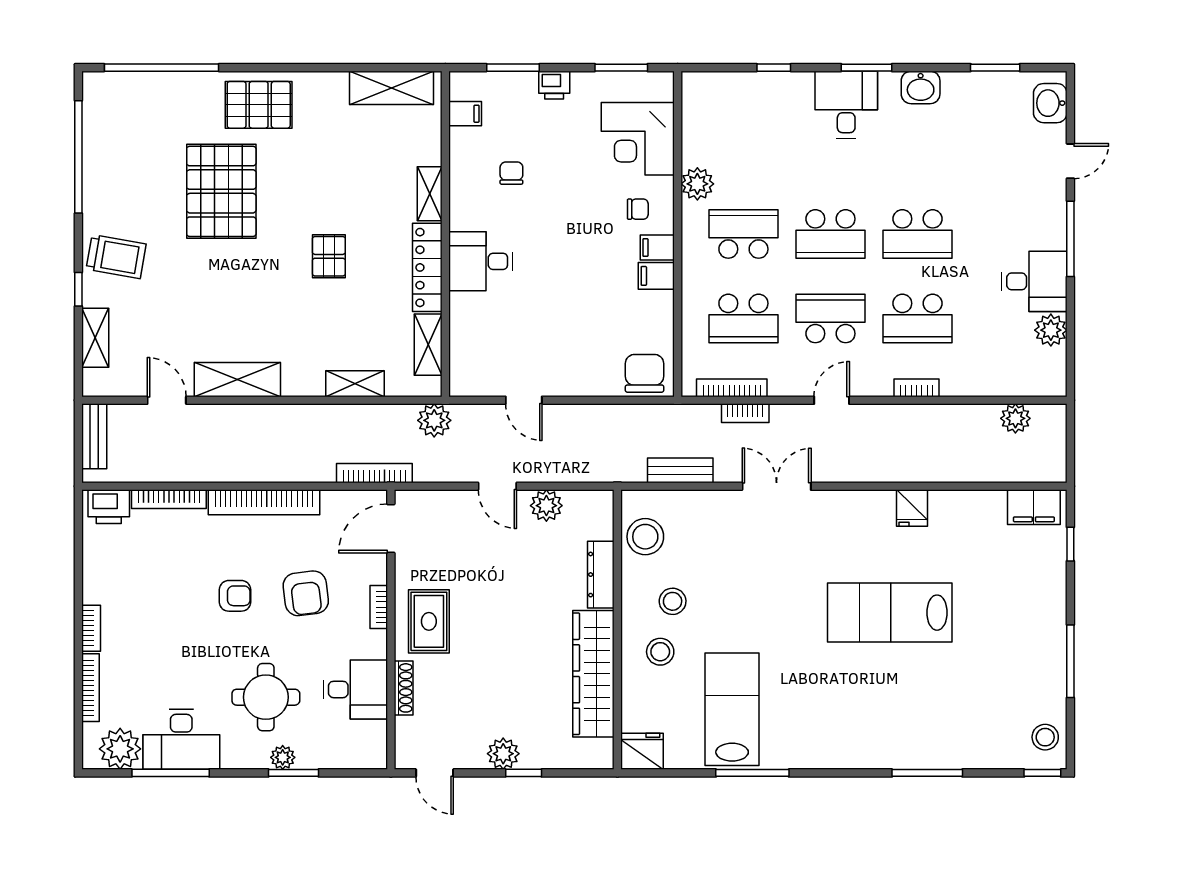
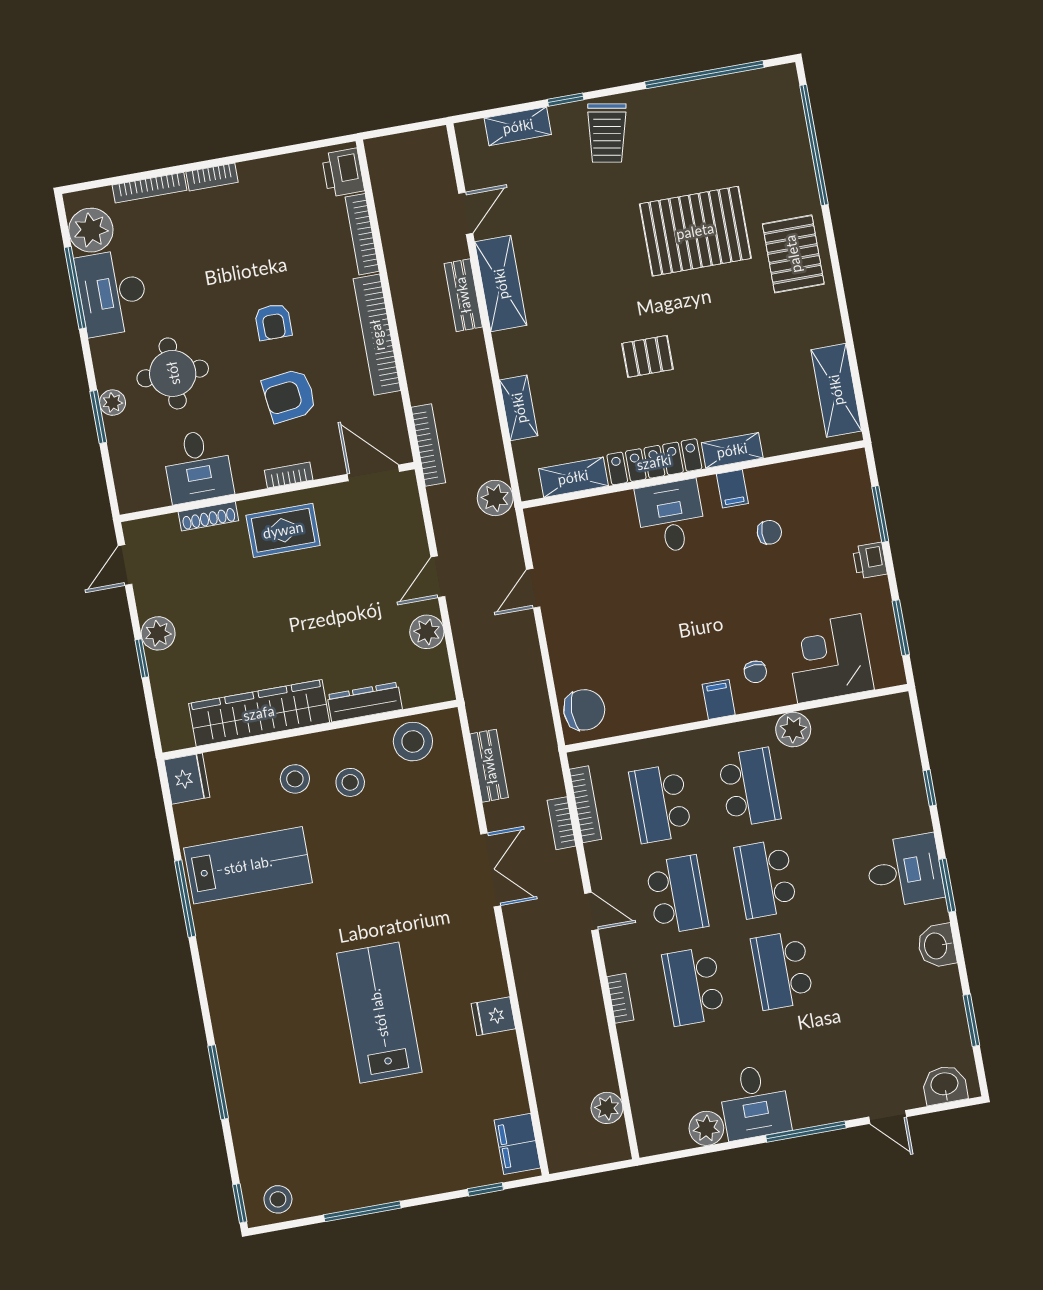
filing cabinet: (465, 114) -> (732, 489), moved
filing cabinet: (656, 276) -> (689, 704), removed
bench: (94, 436) -> (463, 295), moved, turned 90

